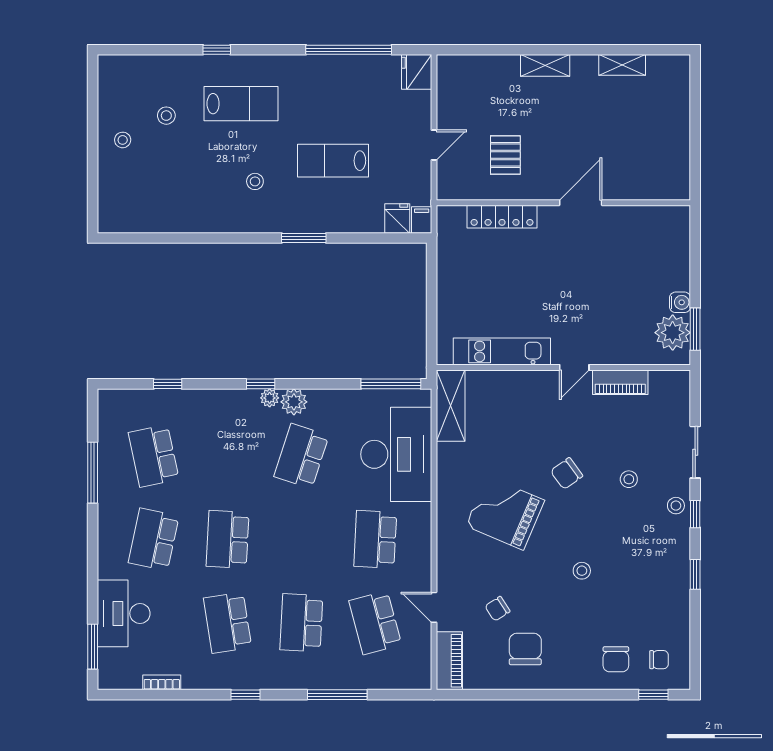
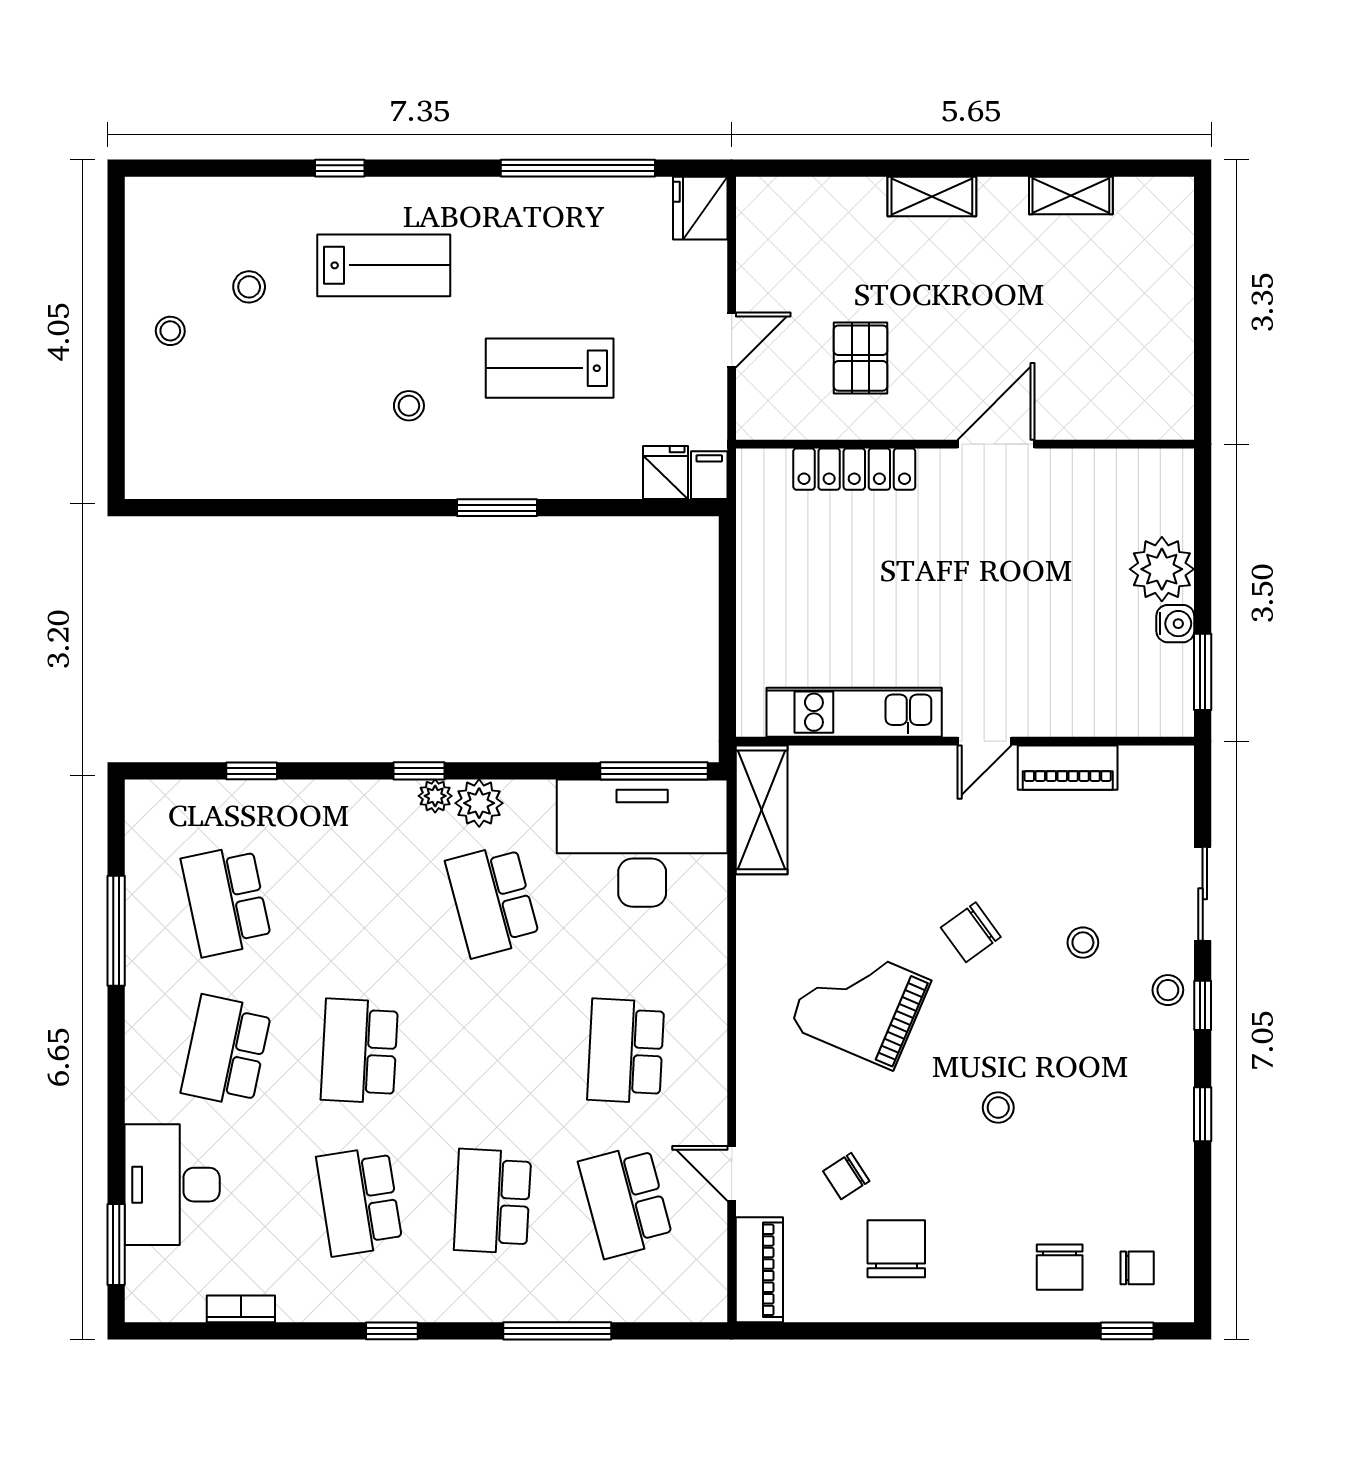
plant: (673, 333) -> (1162, 569), moved
desk: (396, 454) -> (642, 843), moved, turned -90
school desk: (301, 456) -> (493, 901), turned -33

